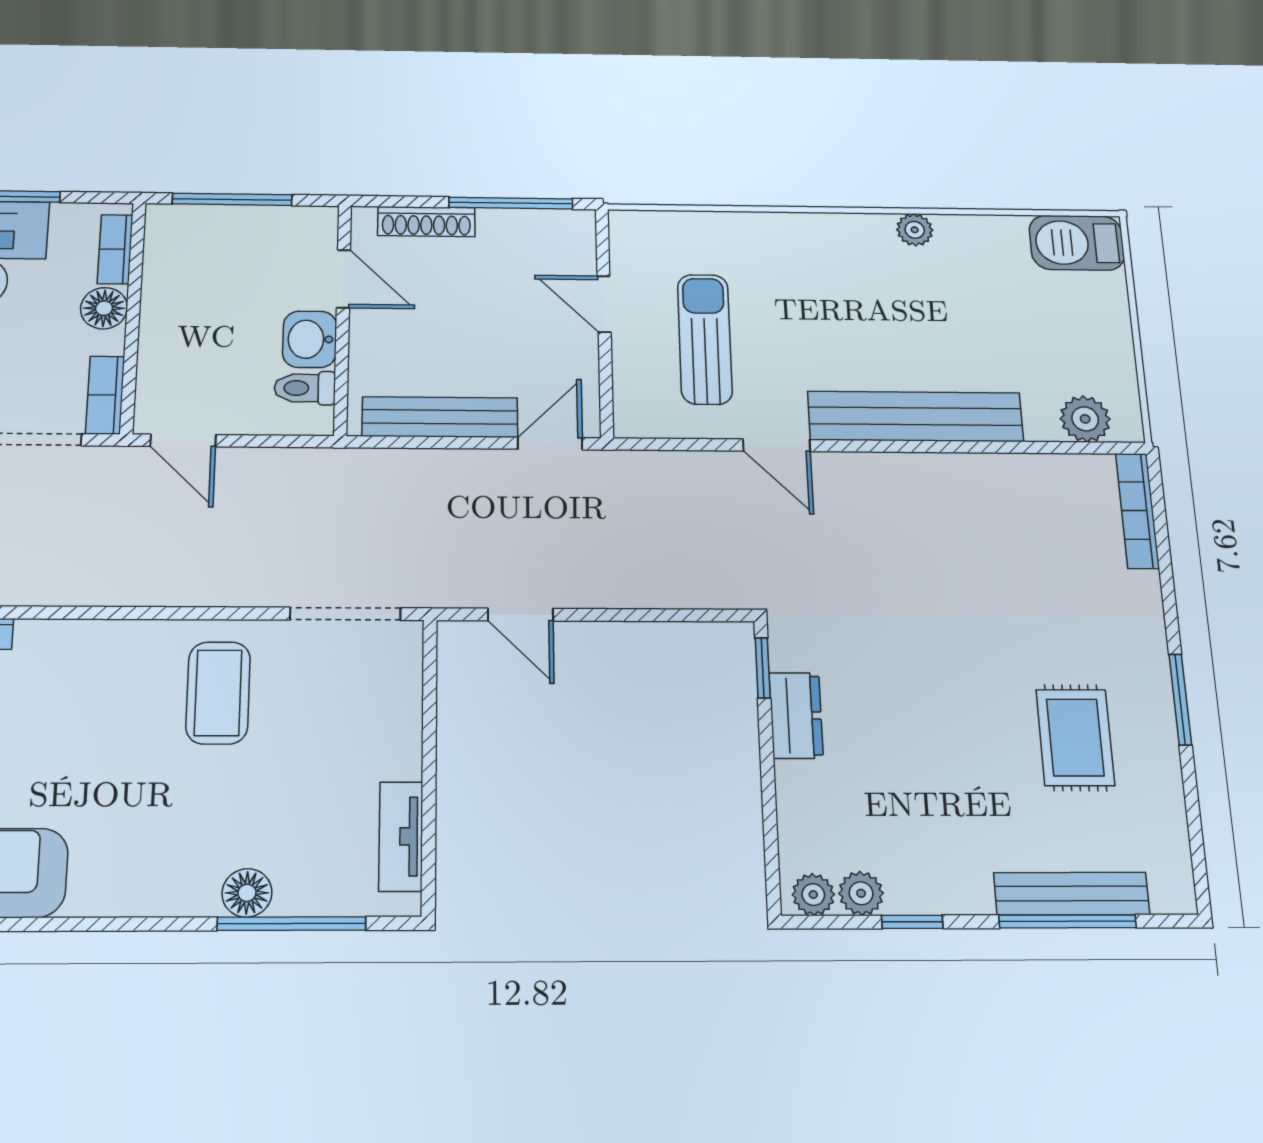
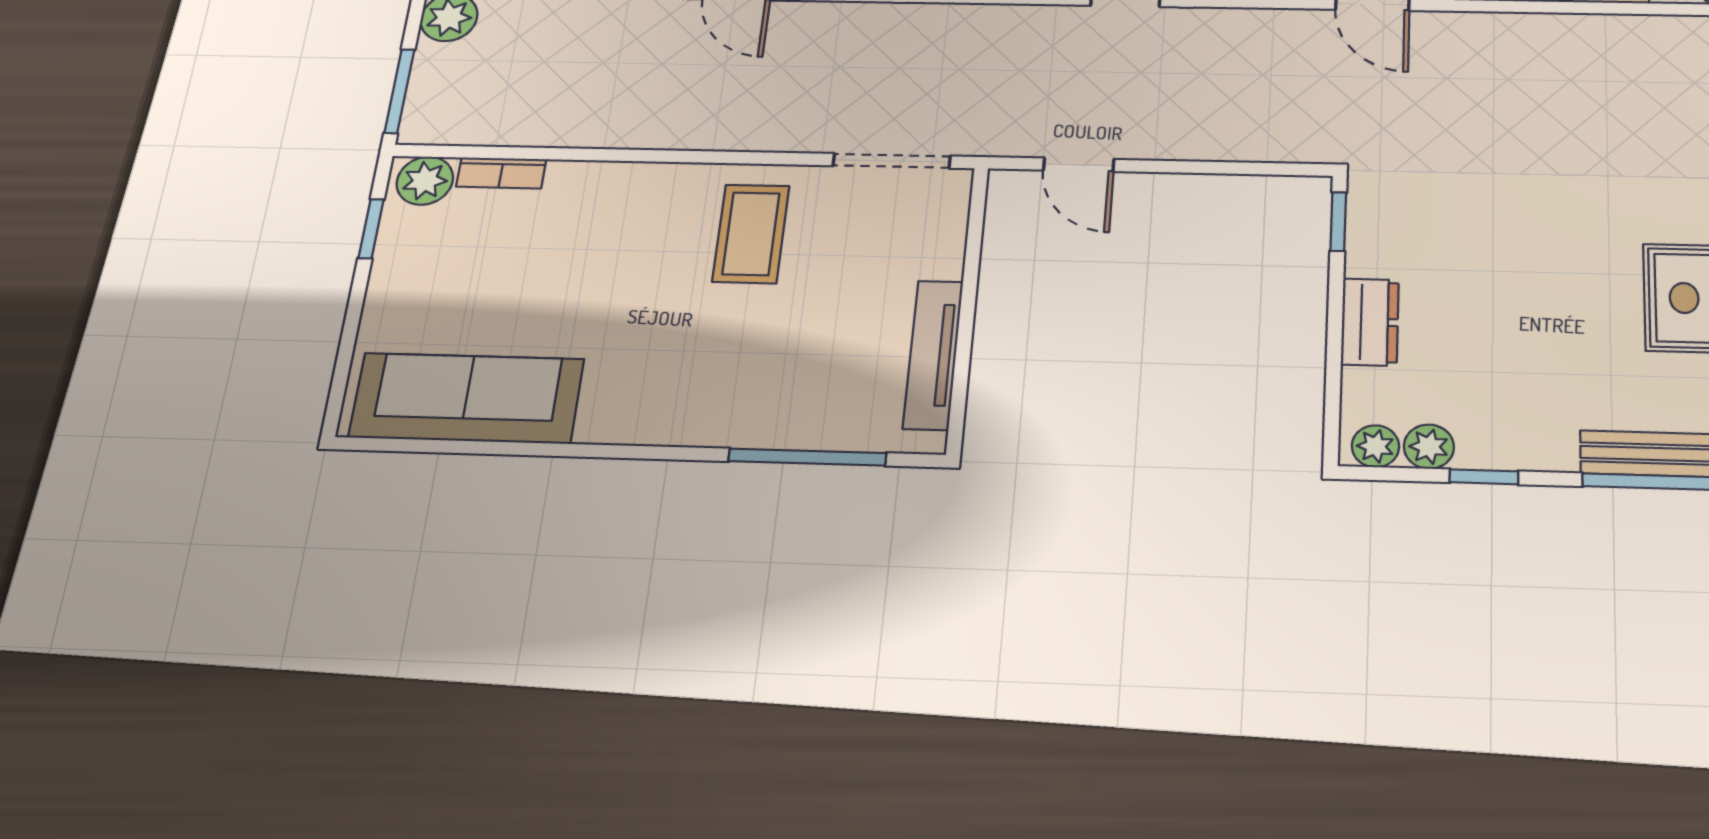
dresser: (796, 715) -> (1370, 322), moved
tv unit: (401, 836) -> (933, 355), width x1.41
floor lamp: (247, 893) -> (763, 426), removed

